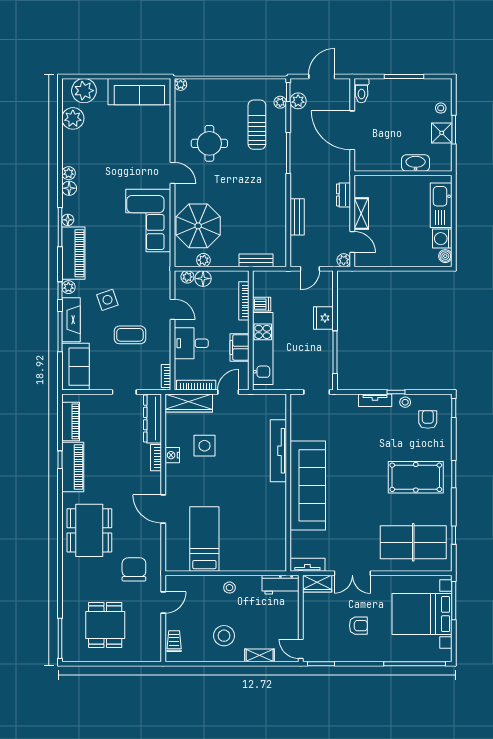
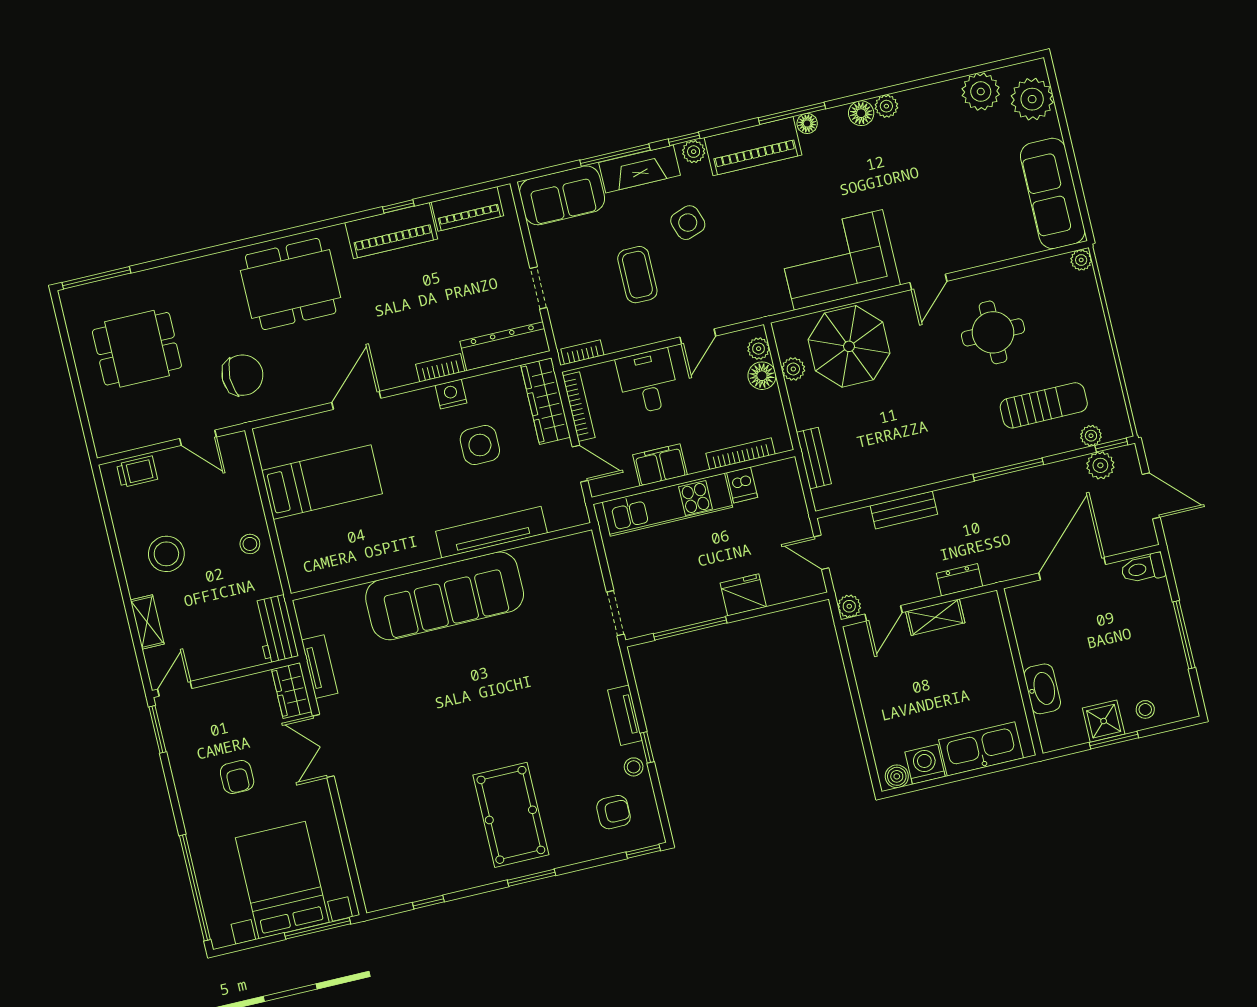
tv unit: (278, 451) -> (491, 532), moved
wall: (288, 483) -> (441, 562), moved
sofa: (308, 485) -> (445, 596), moved
table tennis table: (413, 542) -> (400, 837), removed

